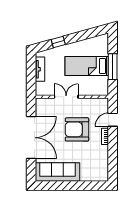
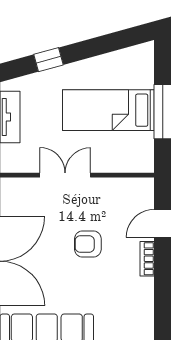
armchair: (77, 129) -> (88, 244), width x0.53, depth x0.53

